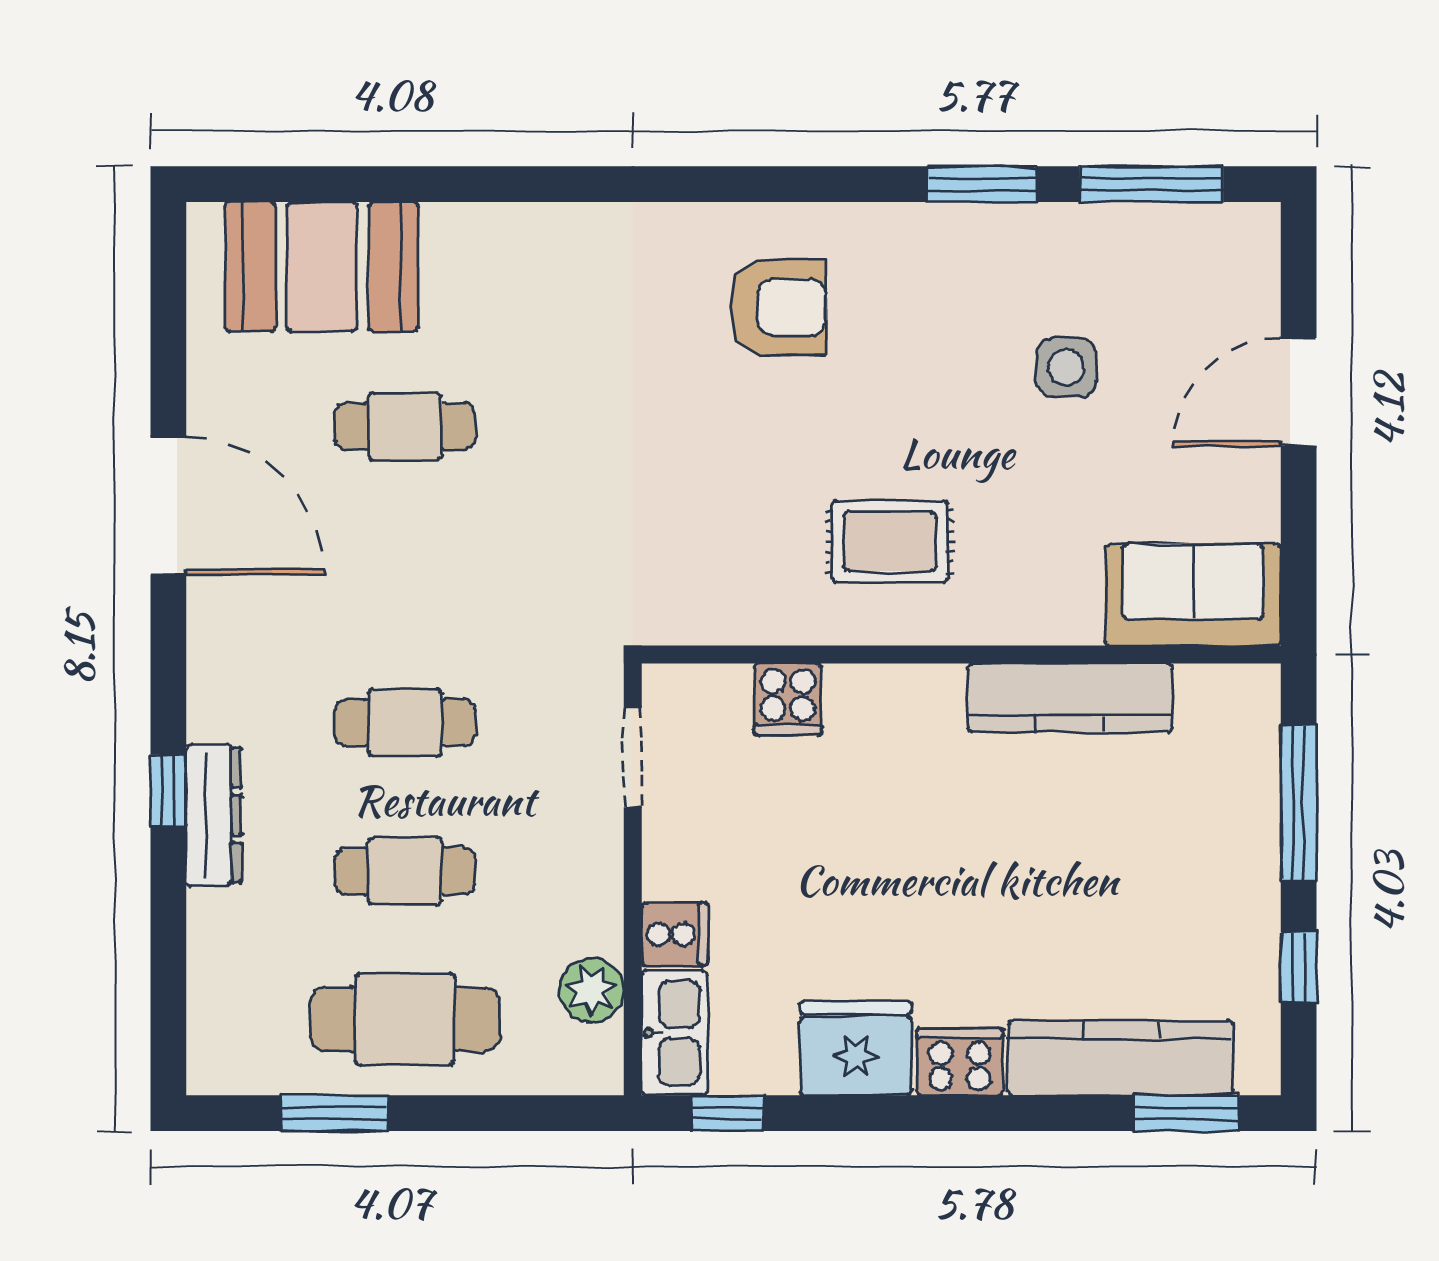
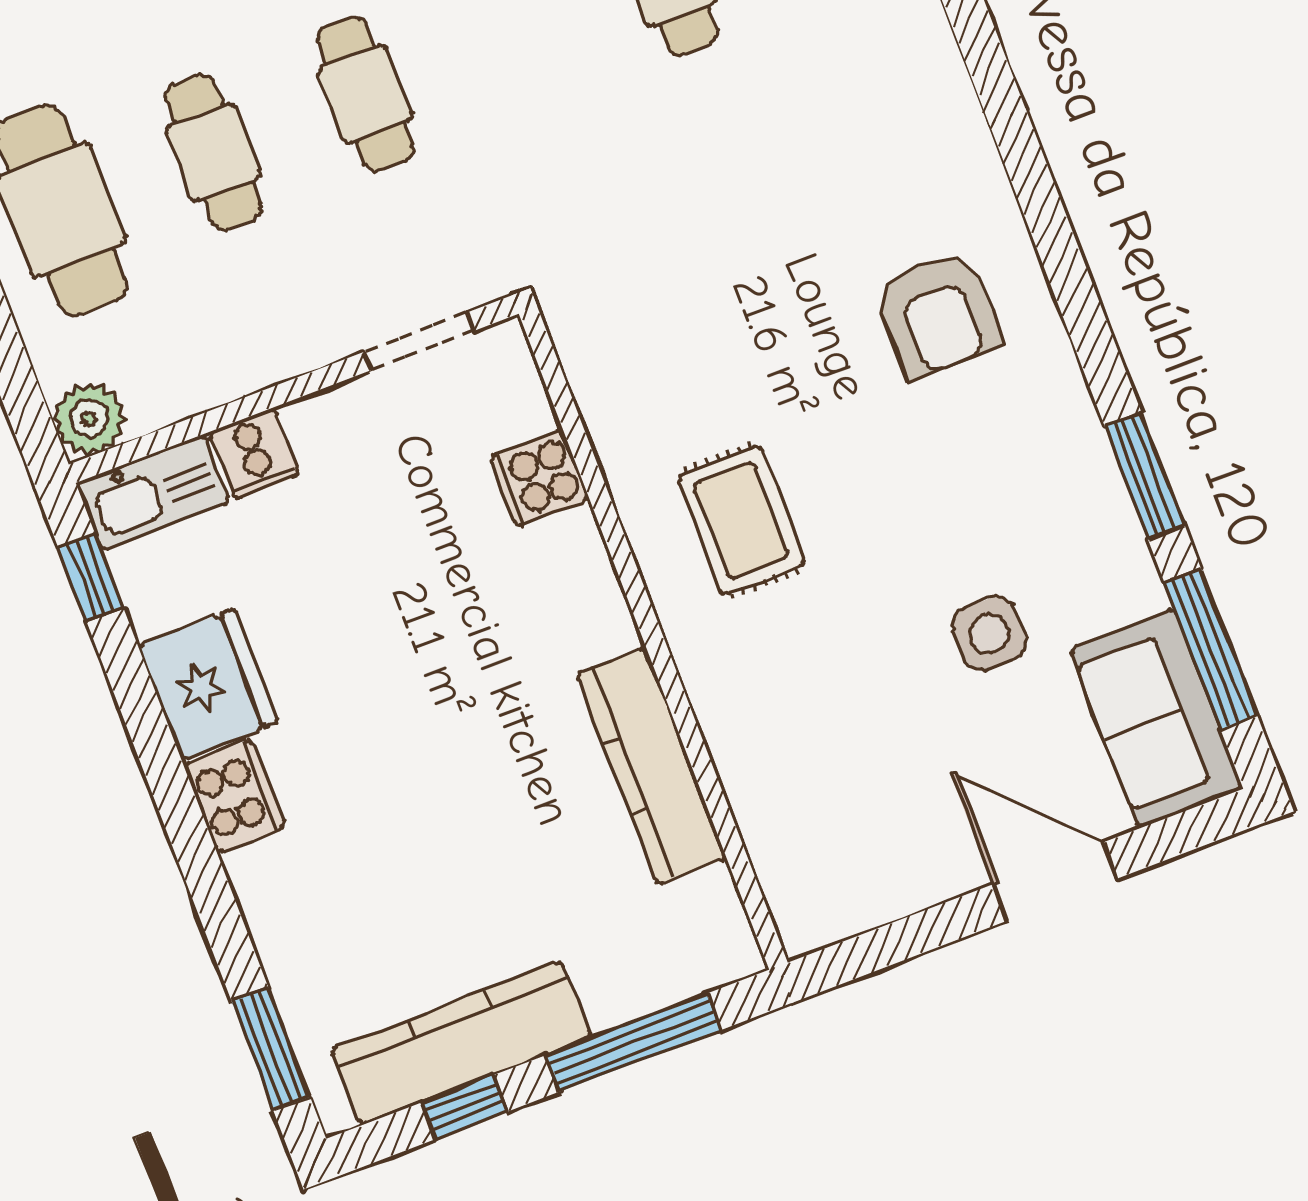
sofa: (1193, 595) -> (1157, 718), moved, turned 180
plant: (592, 990) -> (89, 419), moved
kitchen counter: (1120, 1058) -> (461, 1043), moved, turned -90

